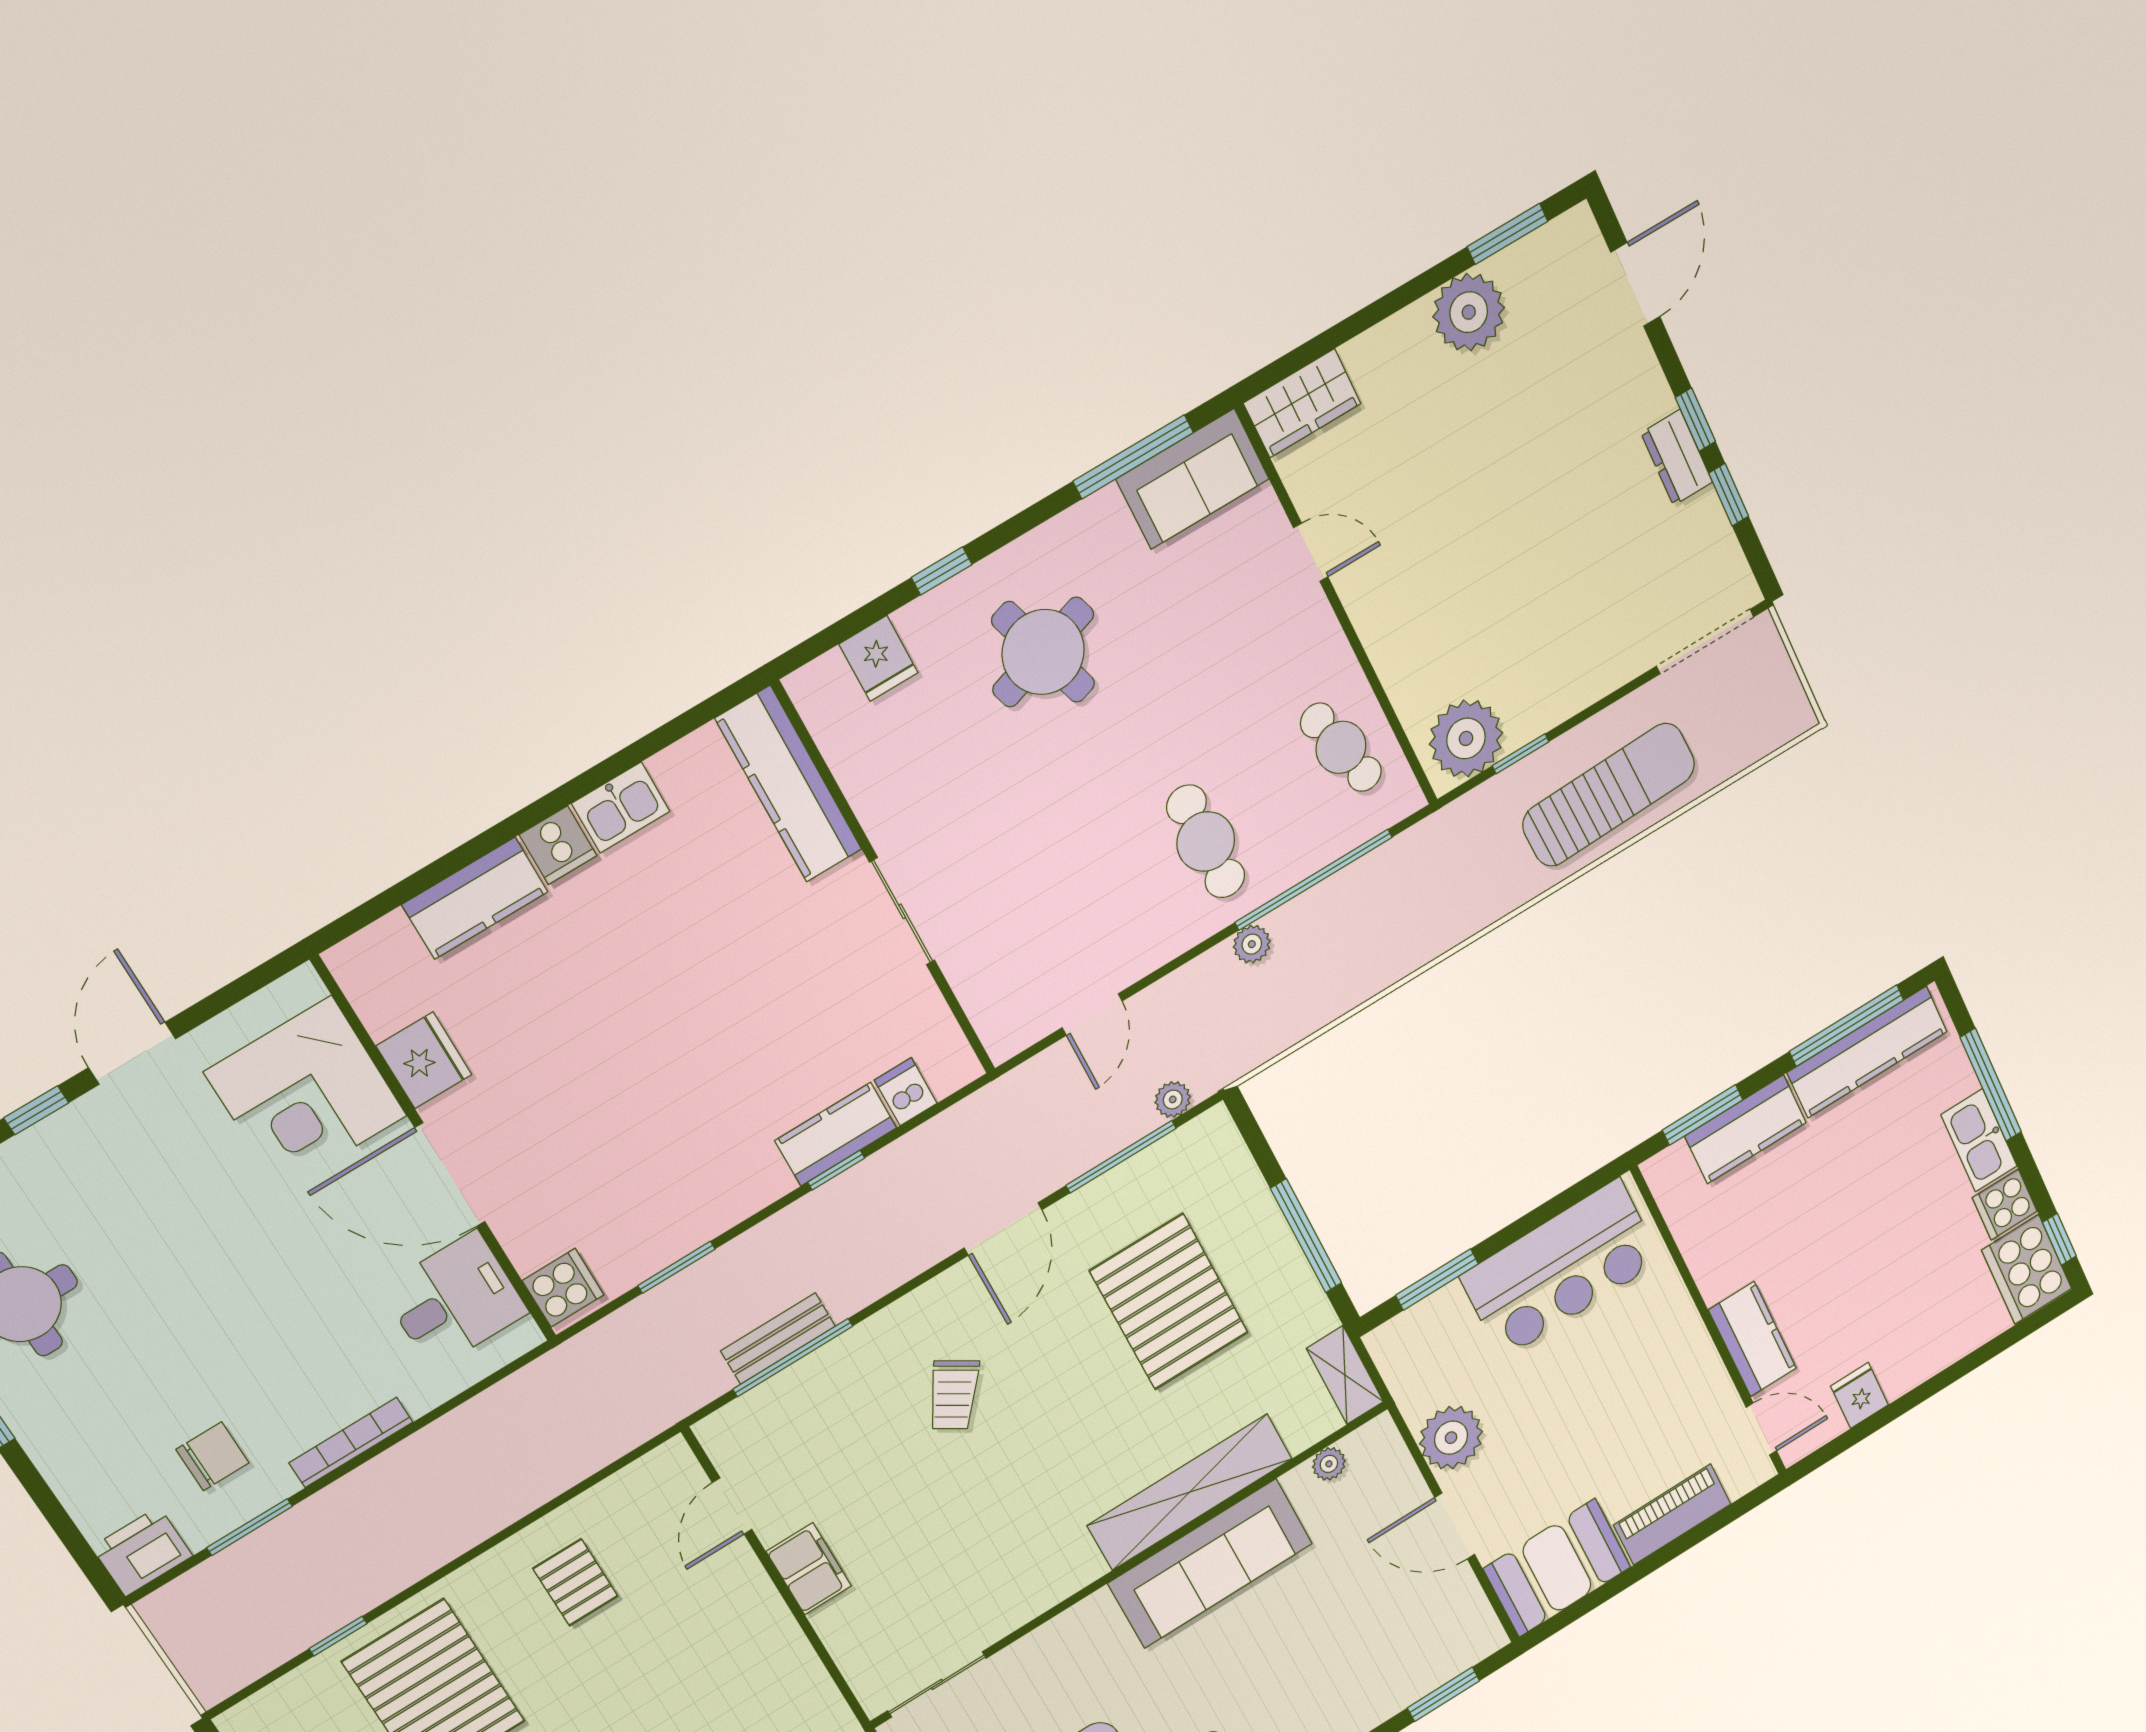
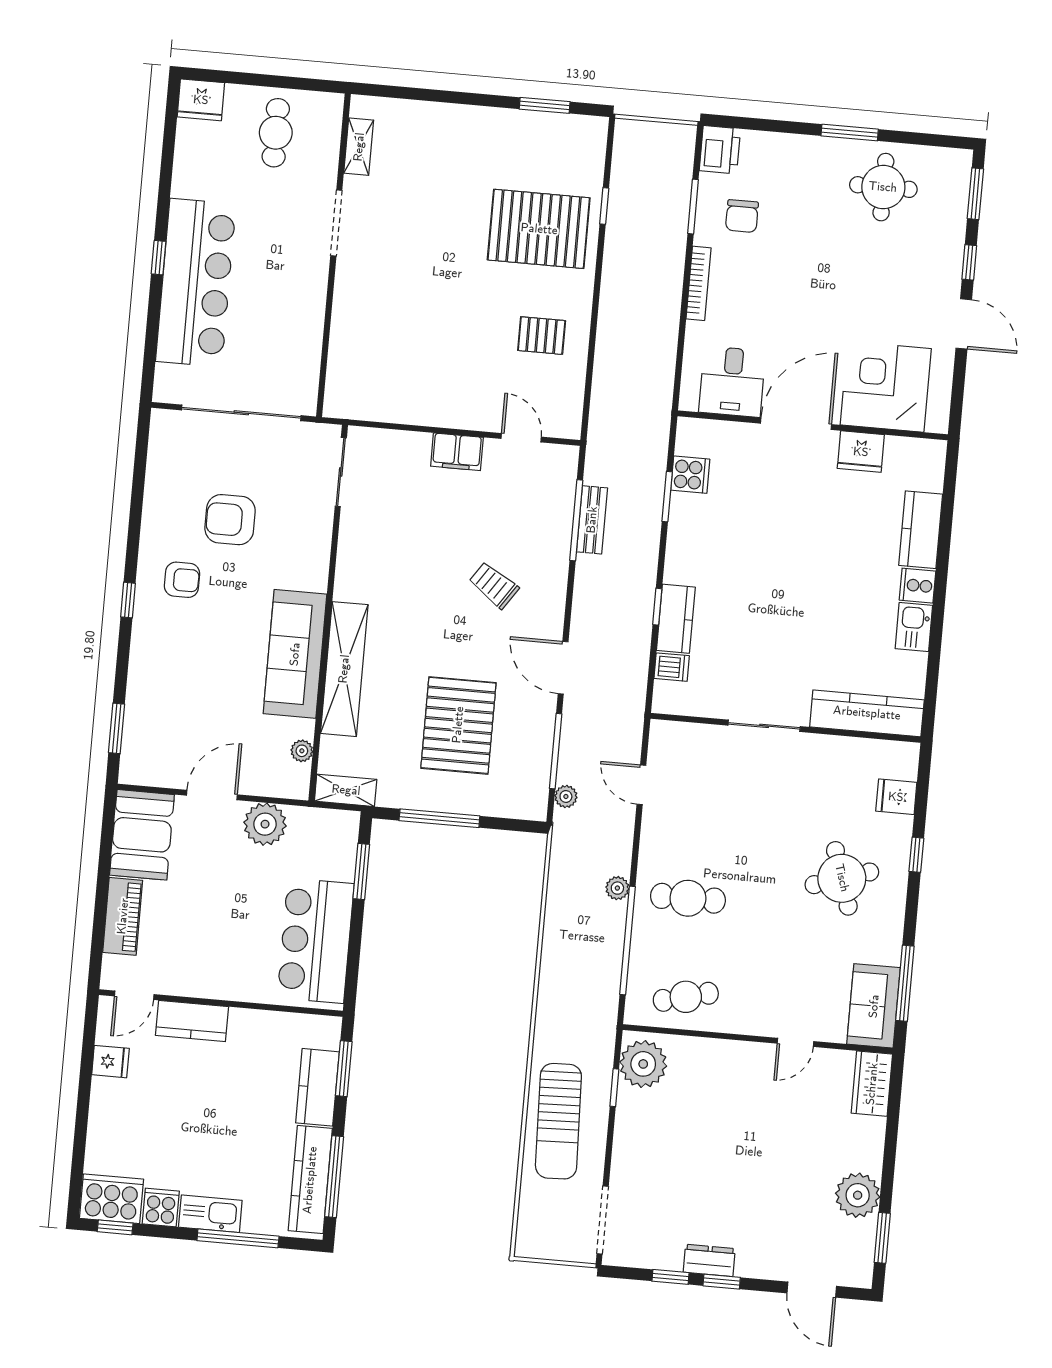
cooker: (563, 1288) -> (690, 475), moved, turned -90
pallet: (1169, 1302) -> (458, 725), turned 90

